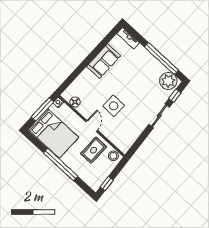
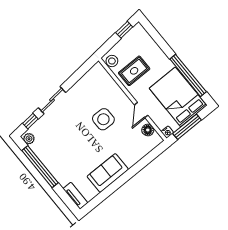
plant: (168, 81) -> (29, 139), width x0.53, depth x0.53
door: (92, 126) -> (141, 110), moved
window: (61, 165) -> (188, 75), moved

